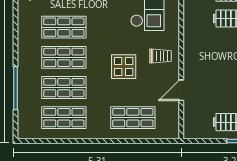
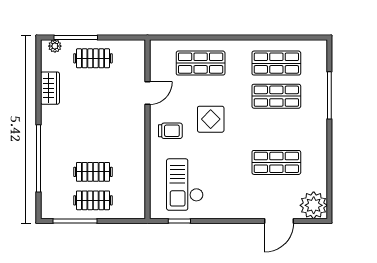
trolley: (160, 56) -> (170, 131), turned 180
shop shelf: (64, 57) -> (276, 129), removed

